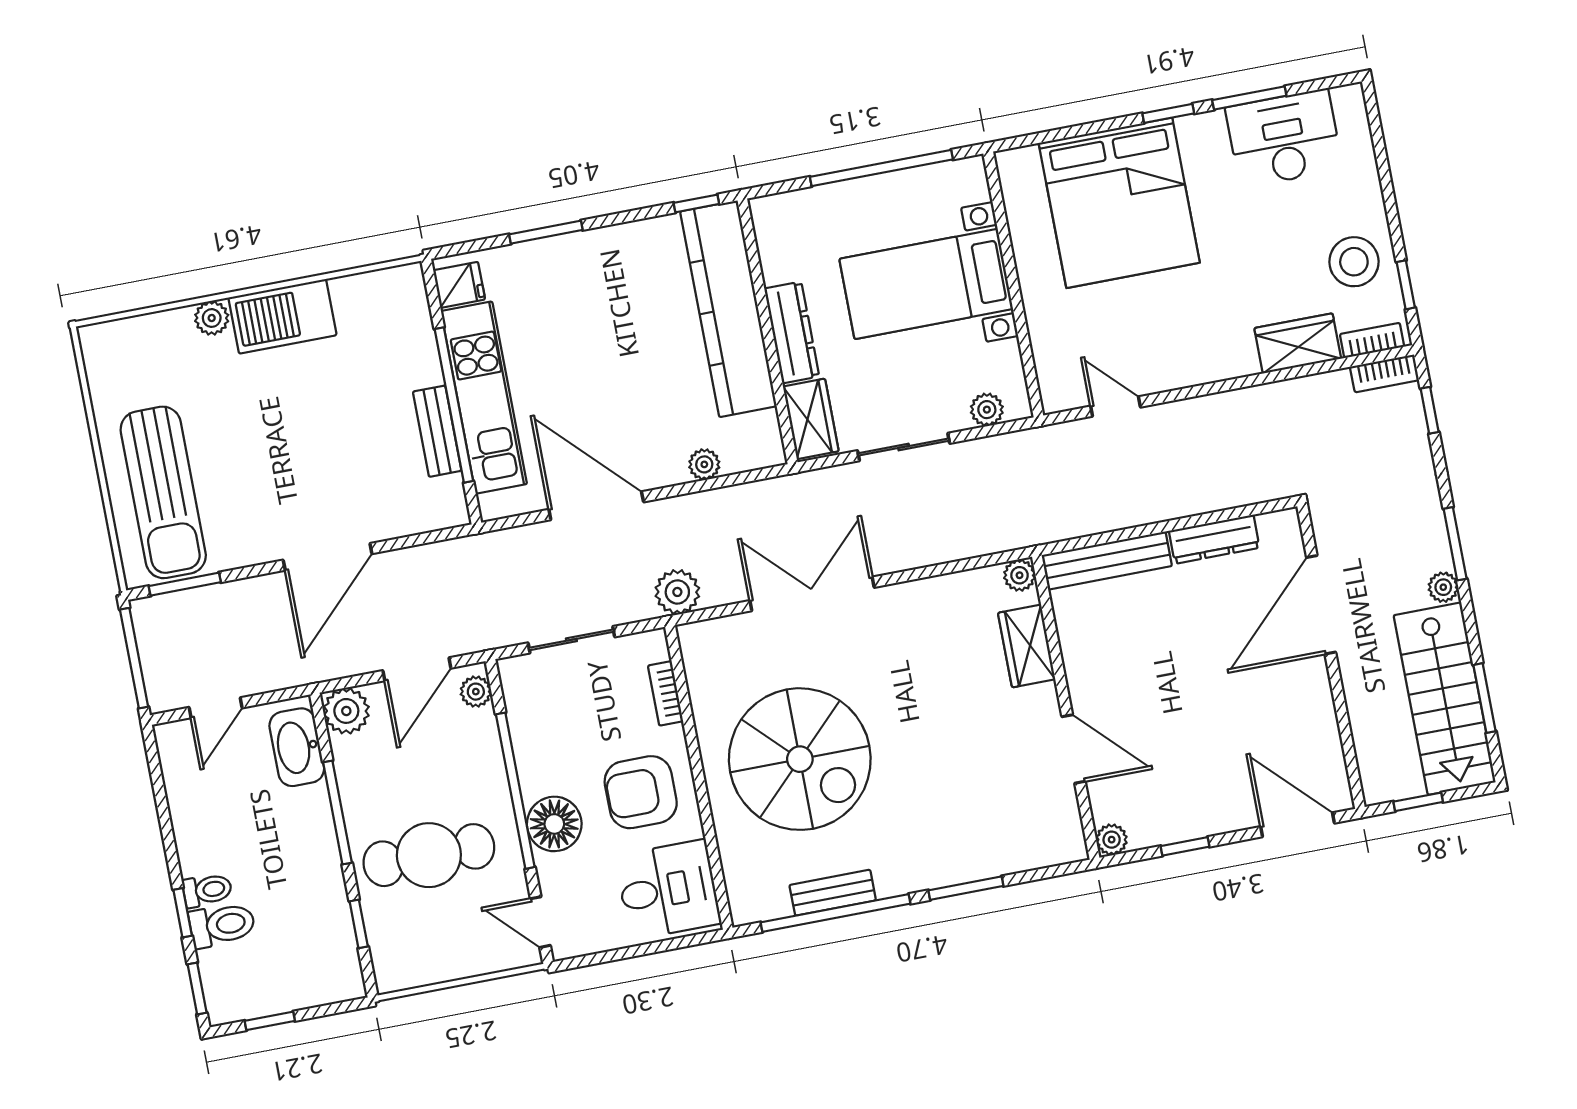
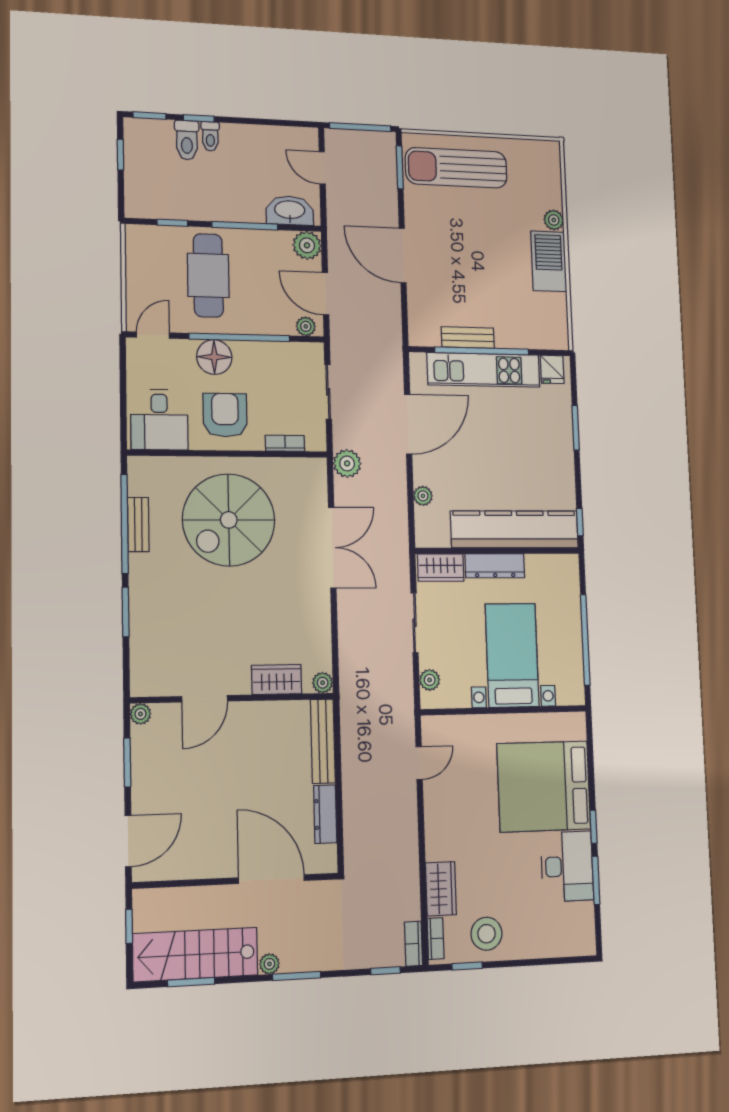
desk: (1284, 138) -> (567, 866), moved
window: (1185, 846) -> (127, 762), width x1.50

